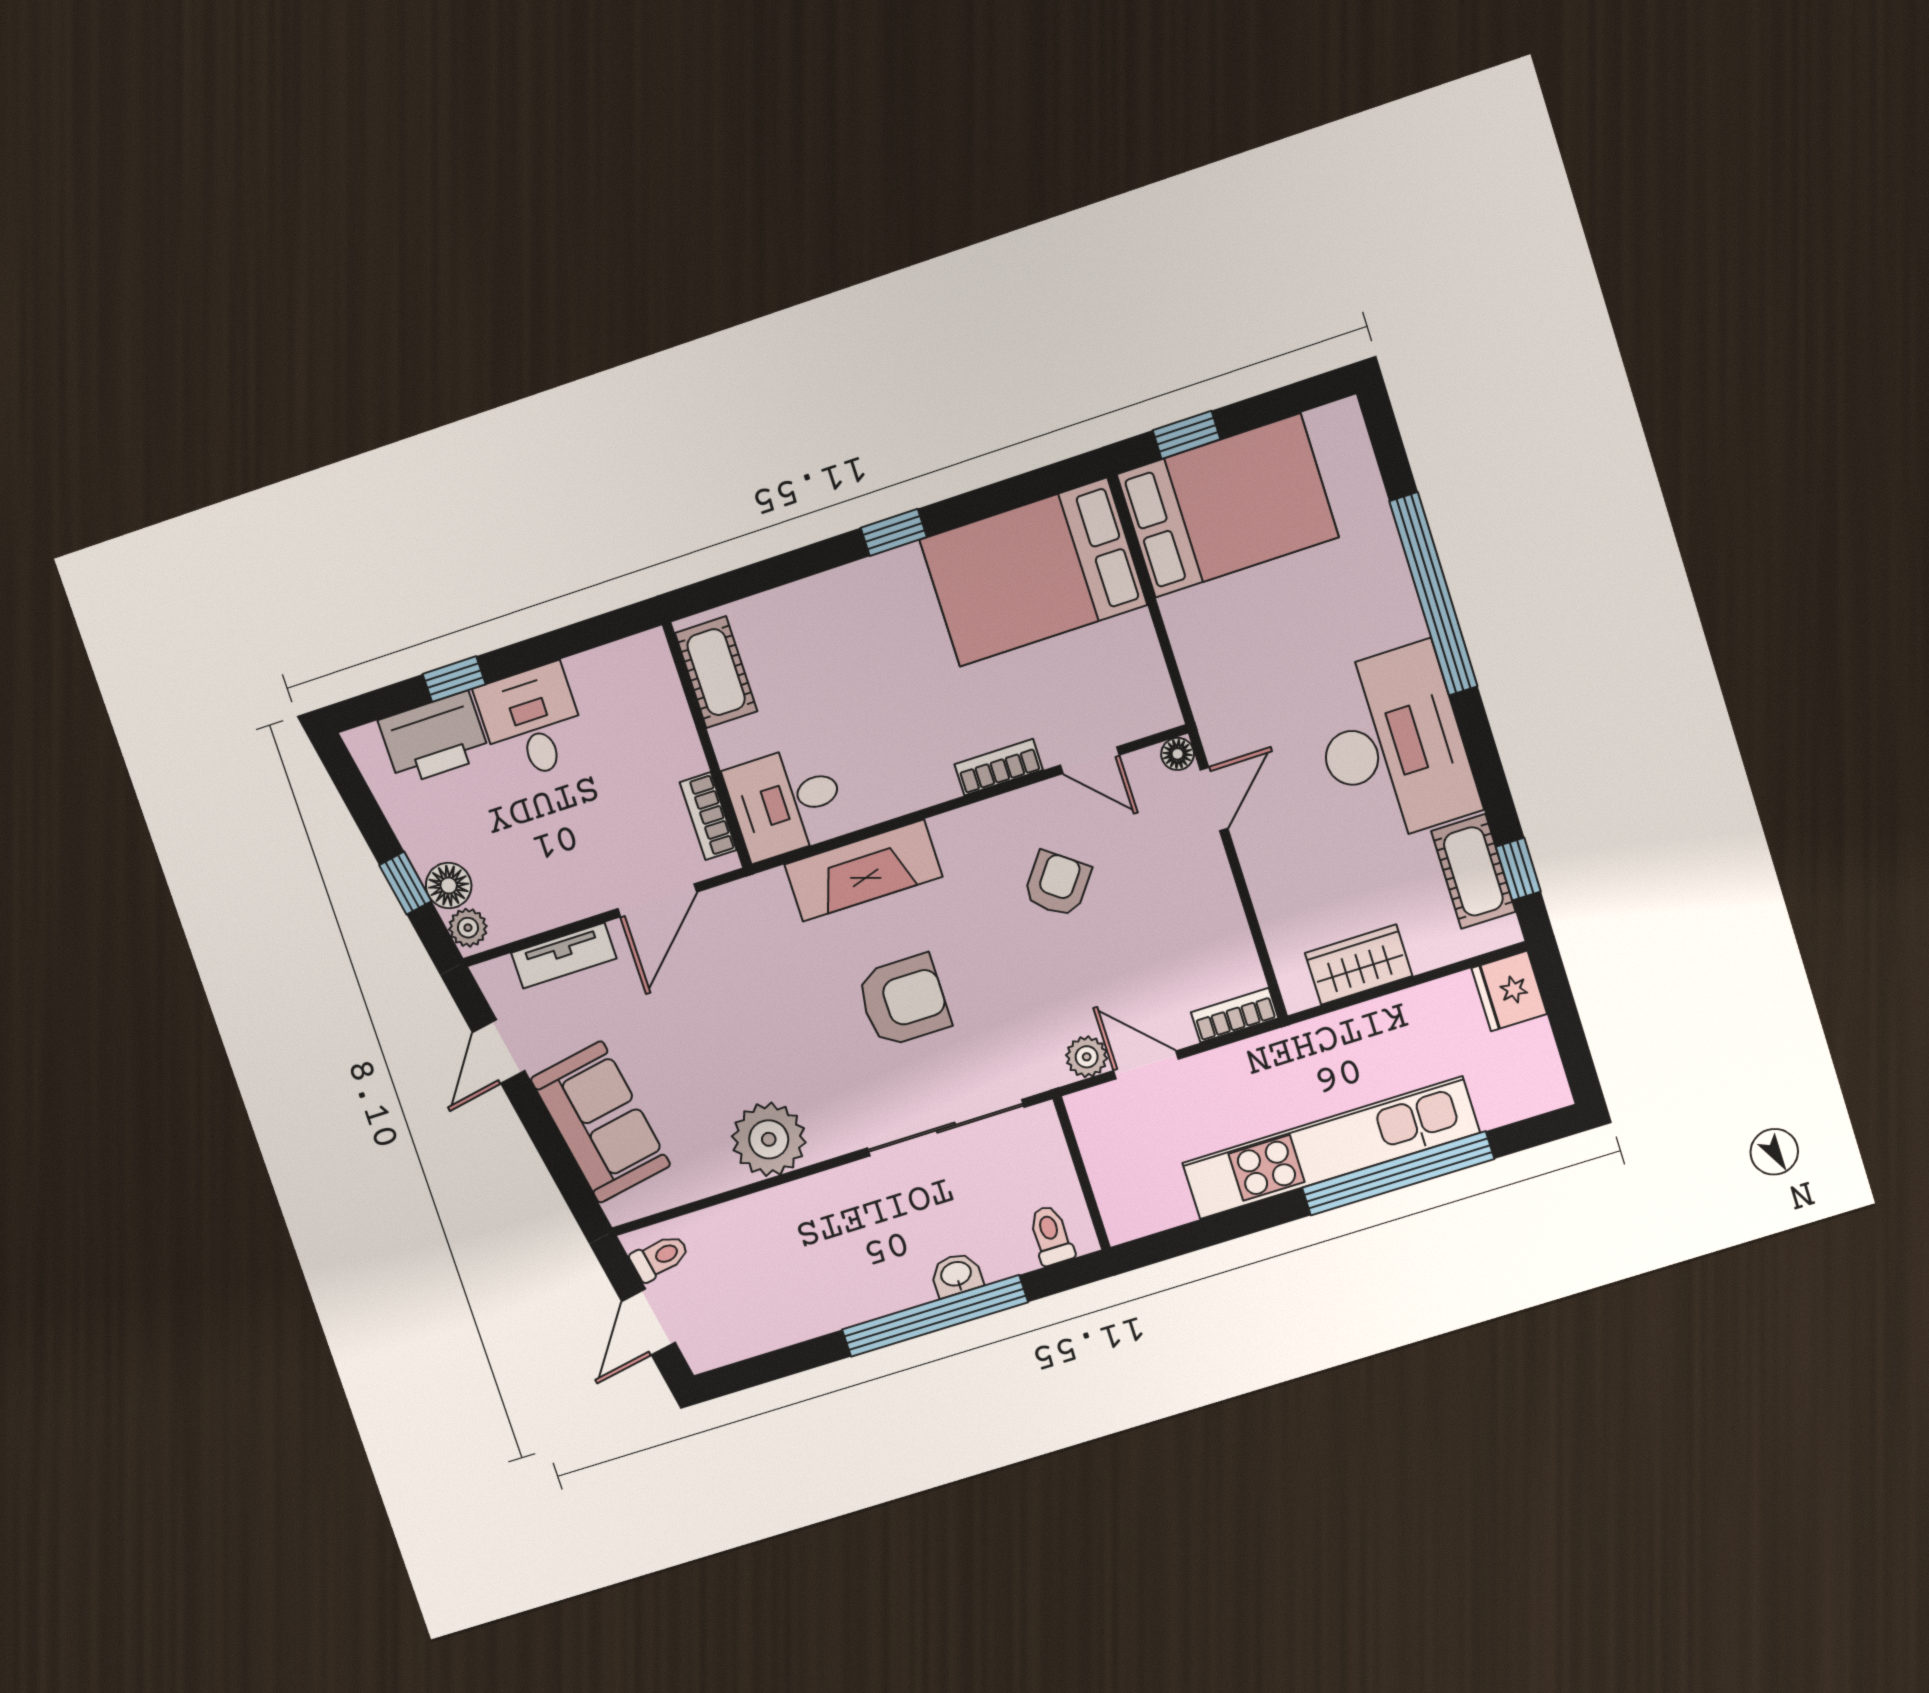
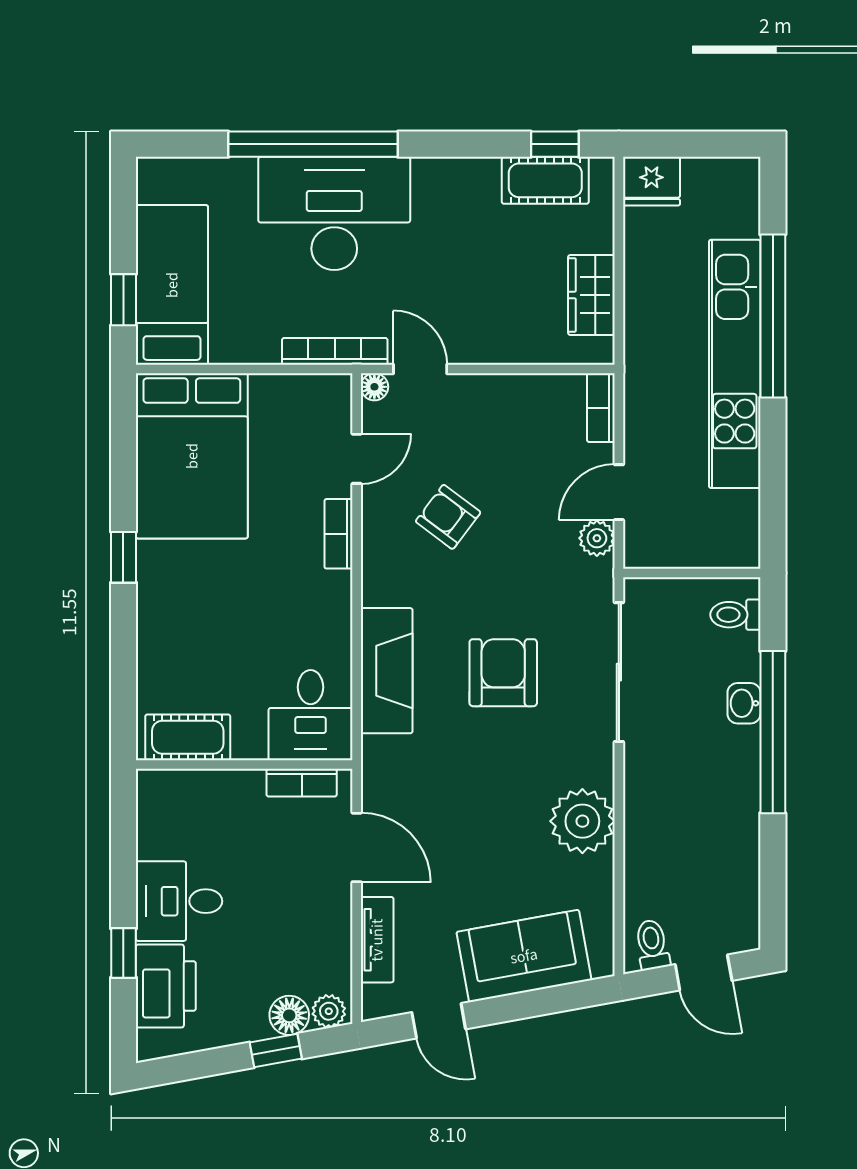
bed: (1228, 506) -> (172, 285), width x0.67
bookcase: (1204, 696) -> (335, 351), added
desk: (1392, 745) -> (334, 213), moved

